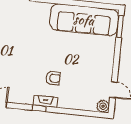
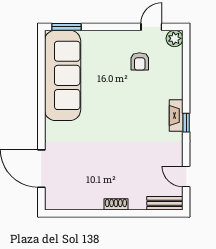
armchair: (53, 78) -> (140, 61), moved, turned 180

